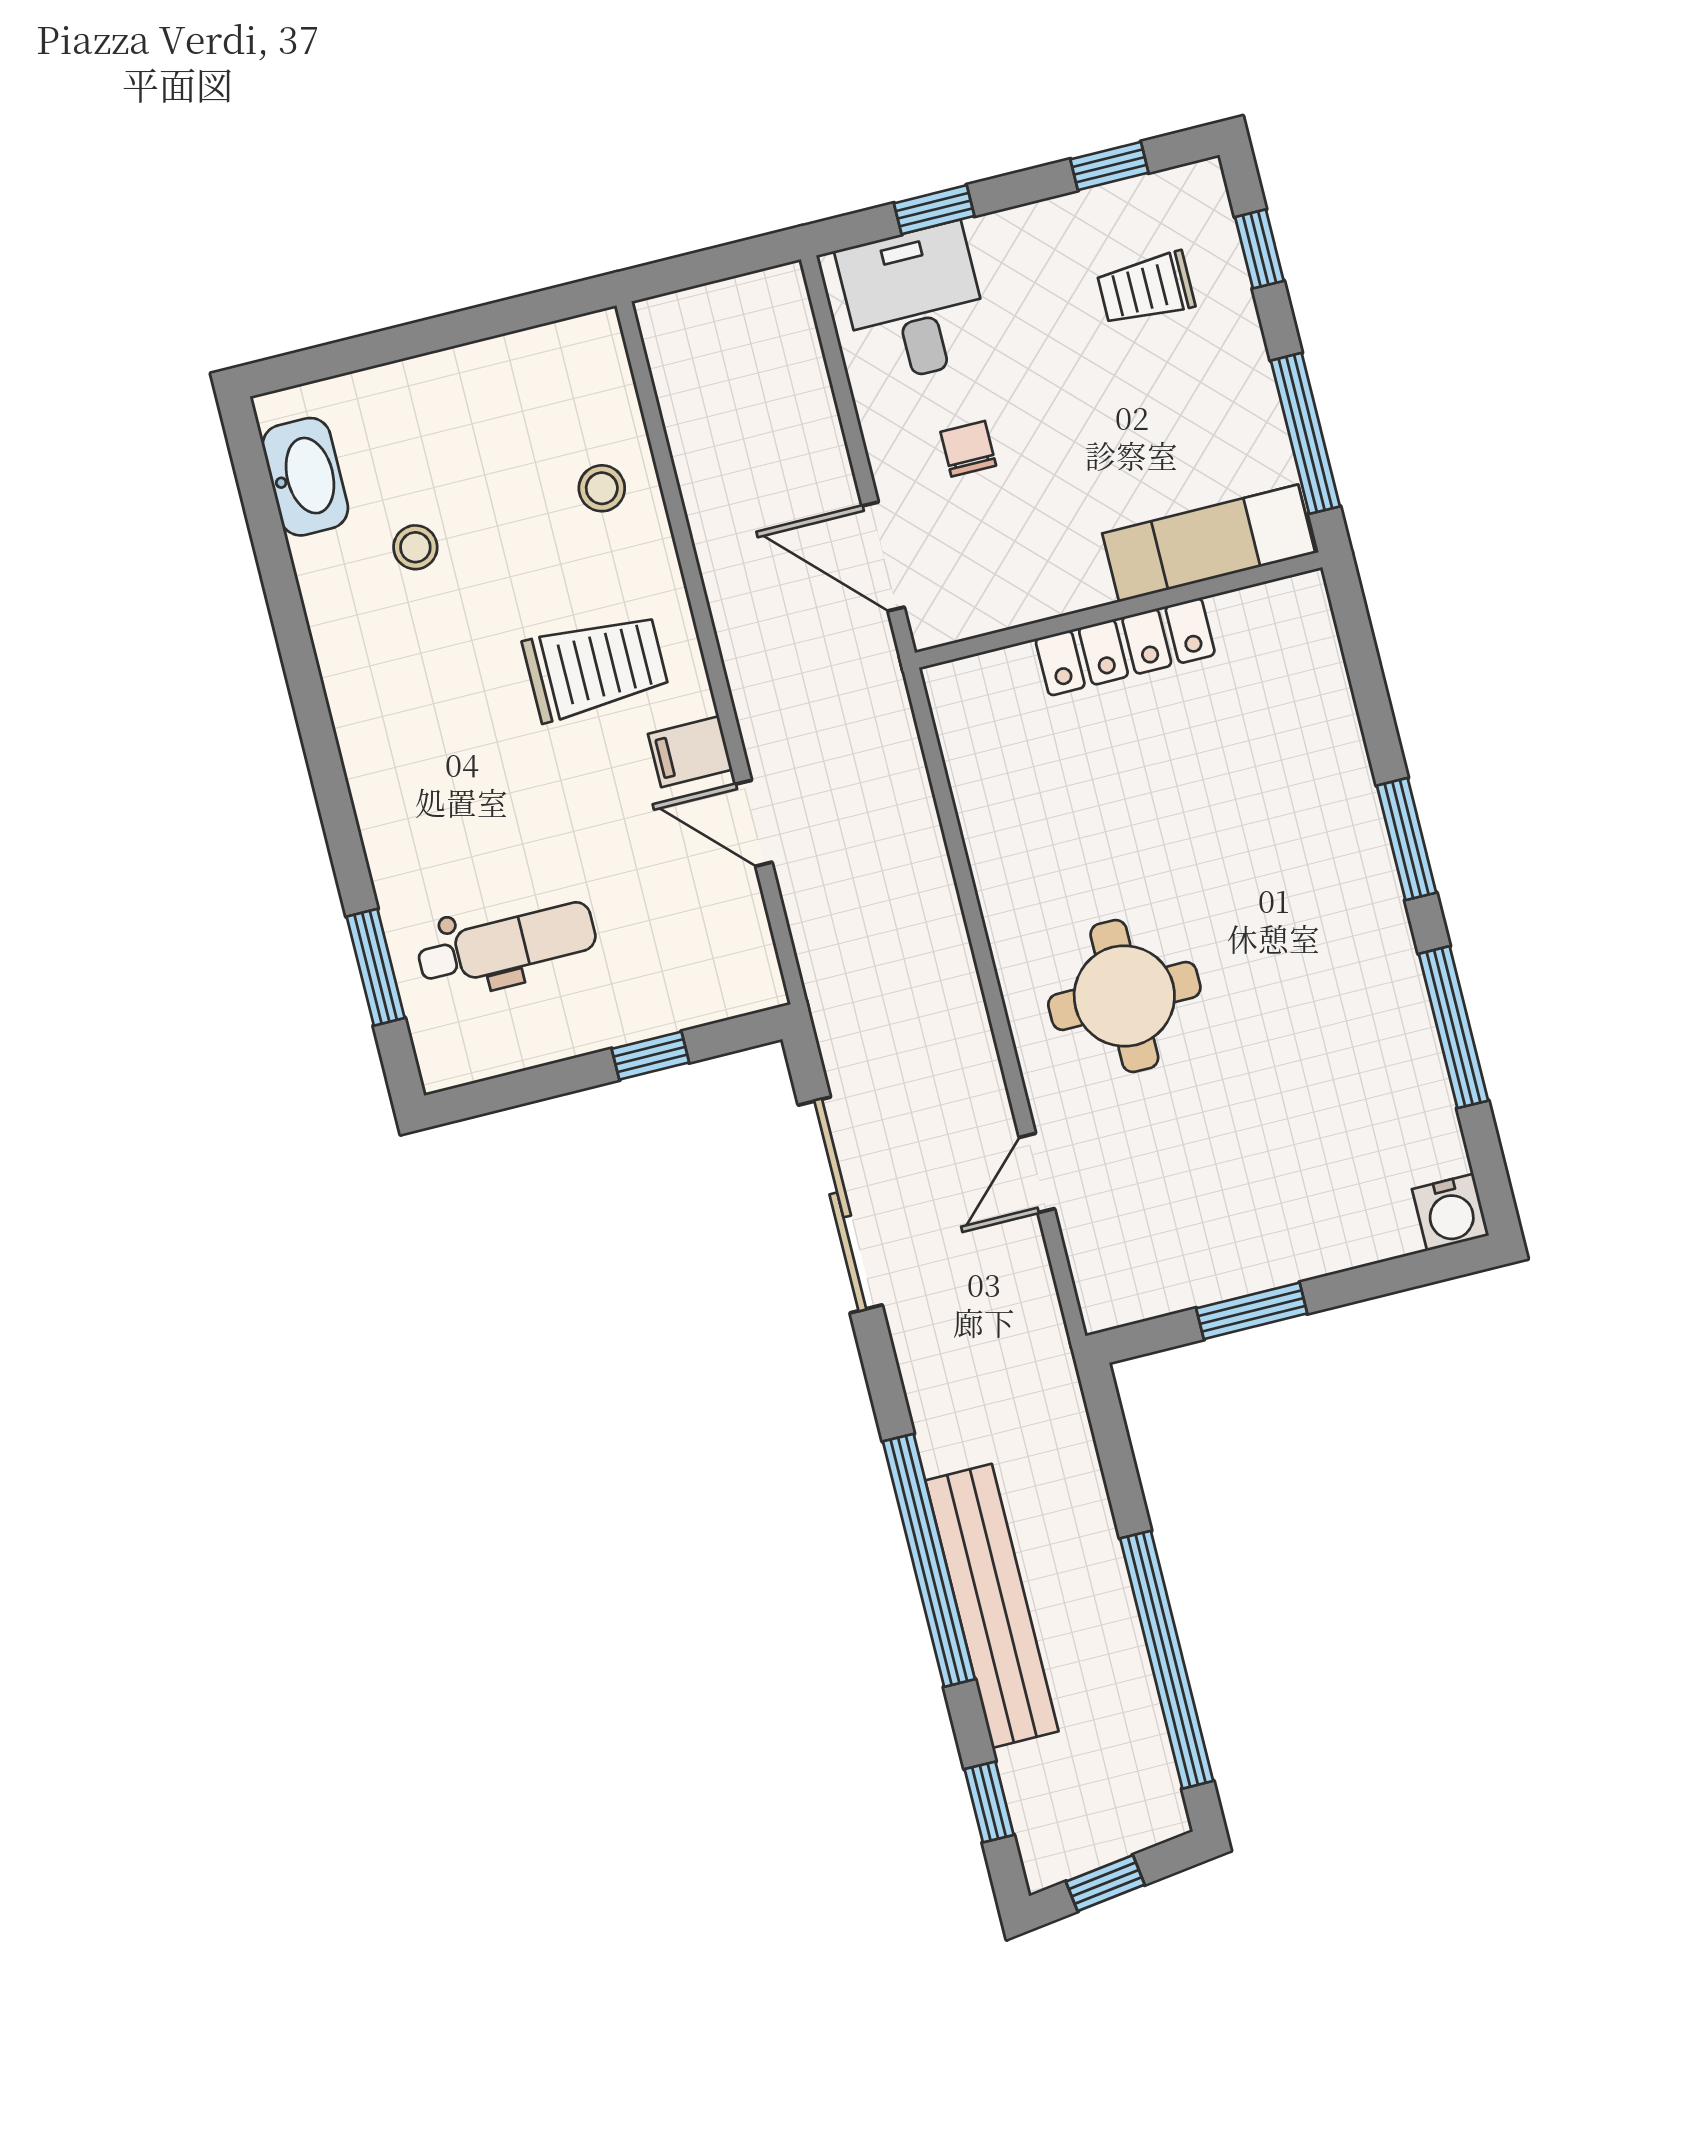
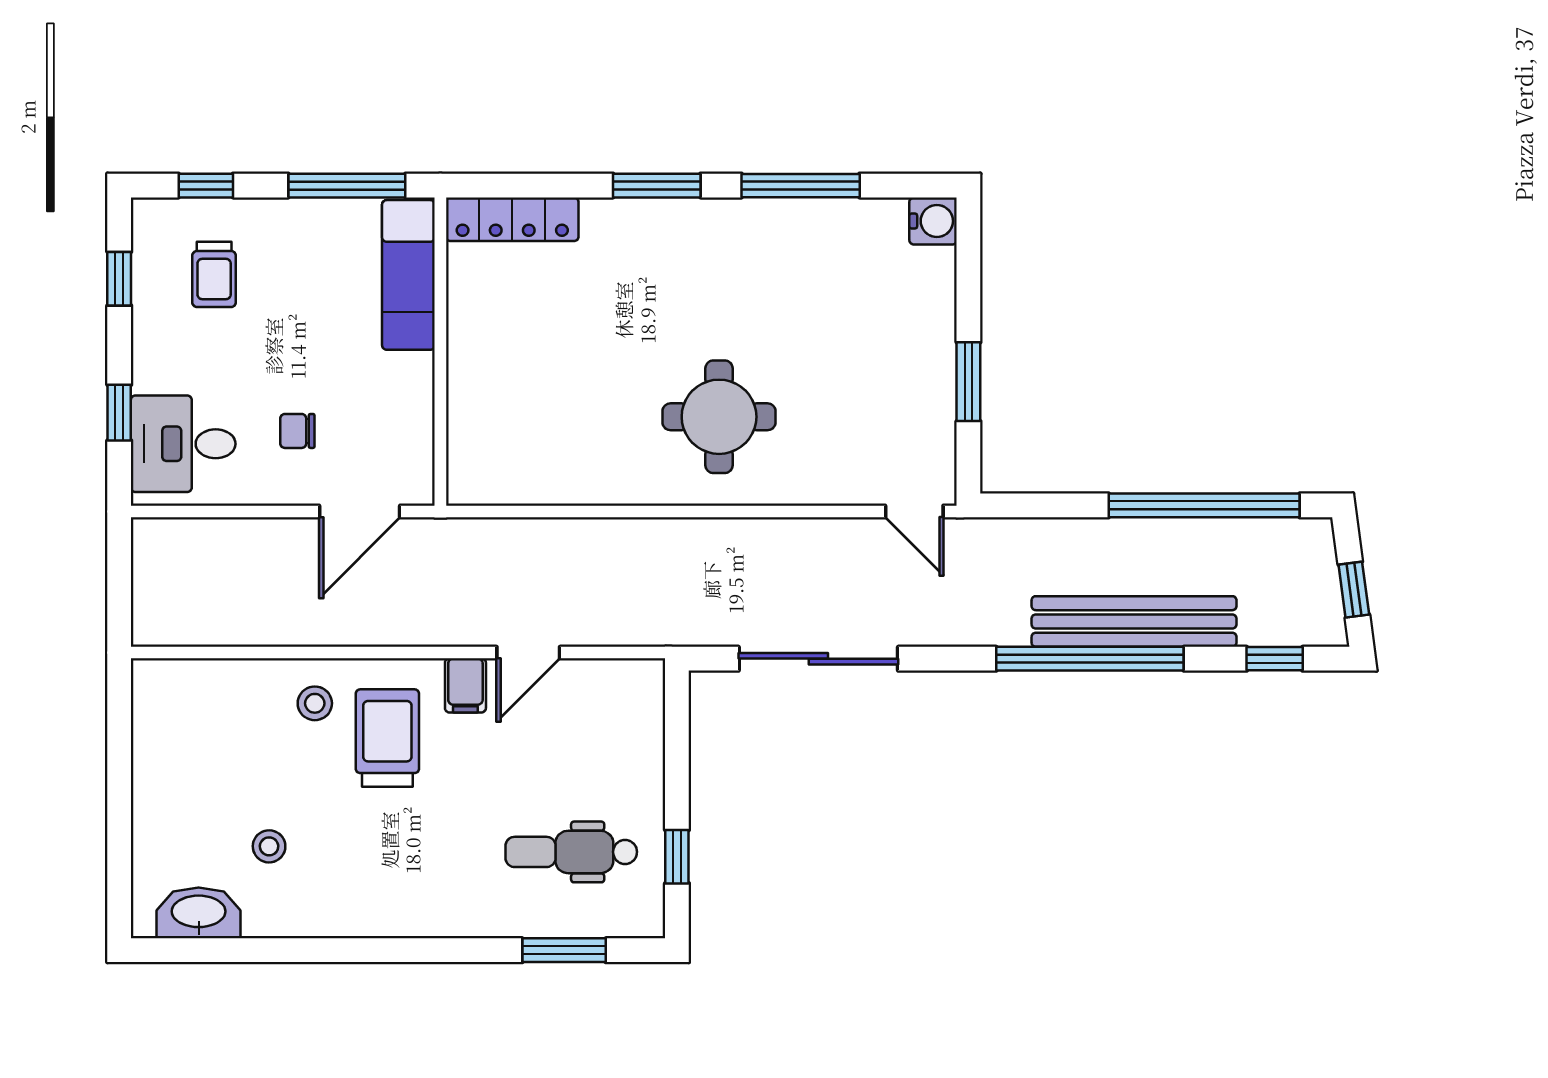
stool: (602, 488) -> (315, 703), moved
locker: (1125, 647) -> (512, 219), moved, turned 90
dental chair: (507, 945) -> (571, 852), turned -90
window: (650, 1056) -> (677, 857), moved
door: (1037, 1173) -> (914, 511), moved

